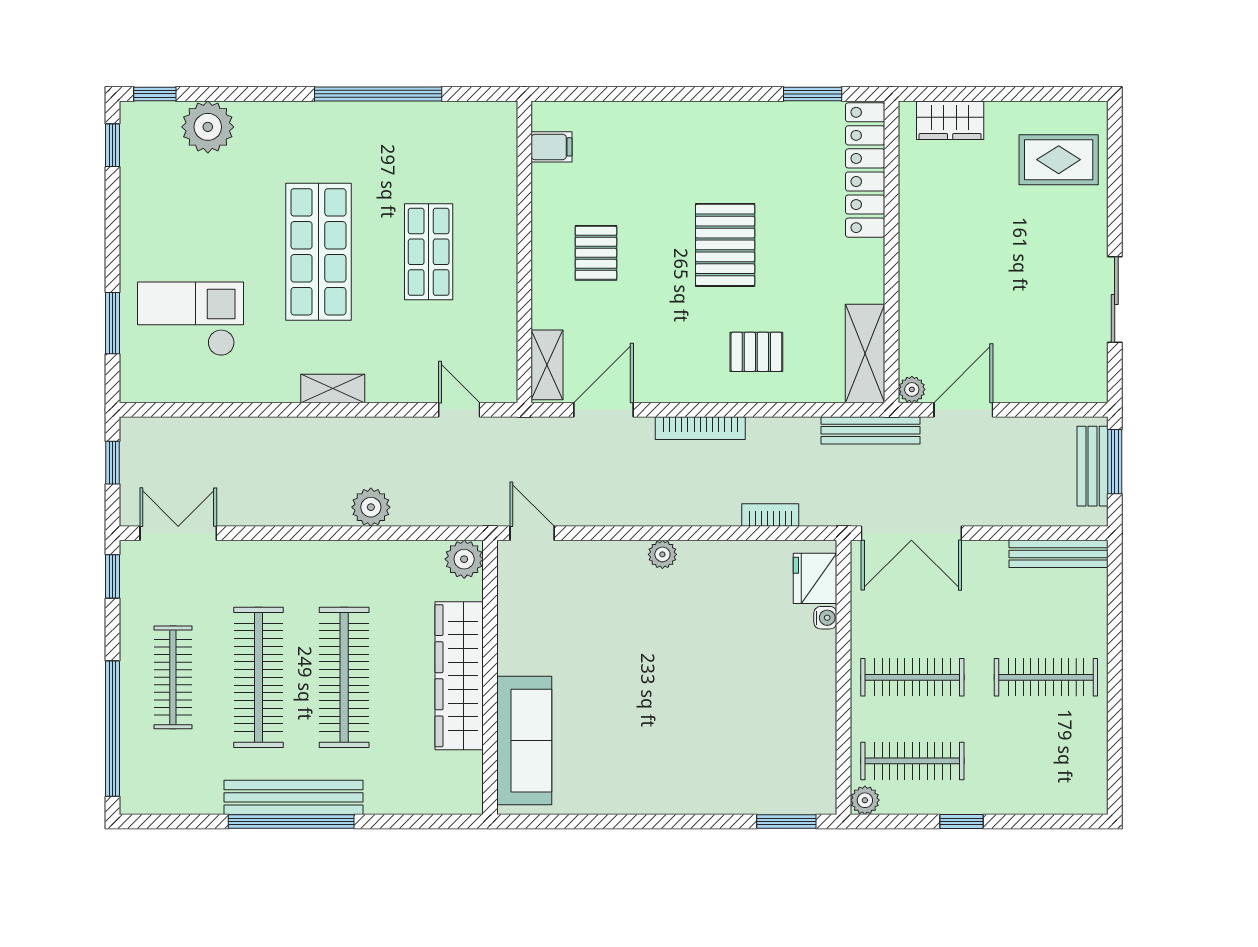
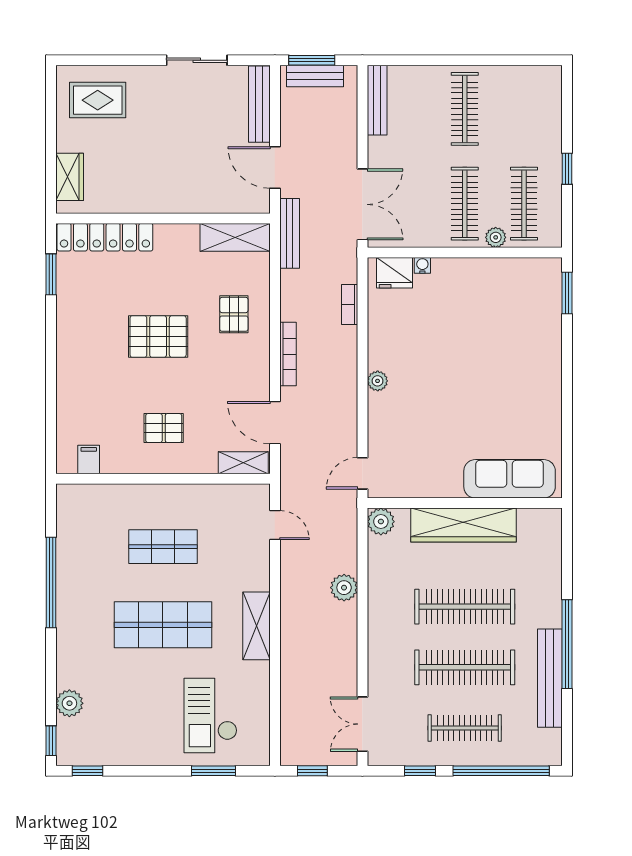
plant: (208, 127) -> (69, 703), width x0.73, depth x0.73
rug: (1059, 160) -> (98, 100), turned 90
shelving: (333, 388) -> (256, 626), width x1.50, depth x1.33
bench: (1053, 388) -> (259, 104), added
plant: (912, 389) -> (261, 204), removed
door: (459, 410) -> (275, 525), swing flipped
window: (113, 576) -> (420, 771), moved
bench: (294, 797) -> (550, 678), moved
plant: (865, 800) -> (496, 237), moved

